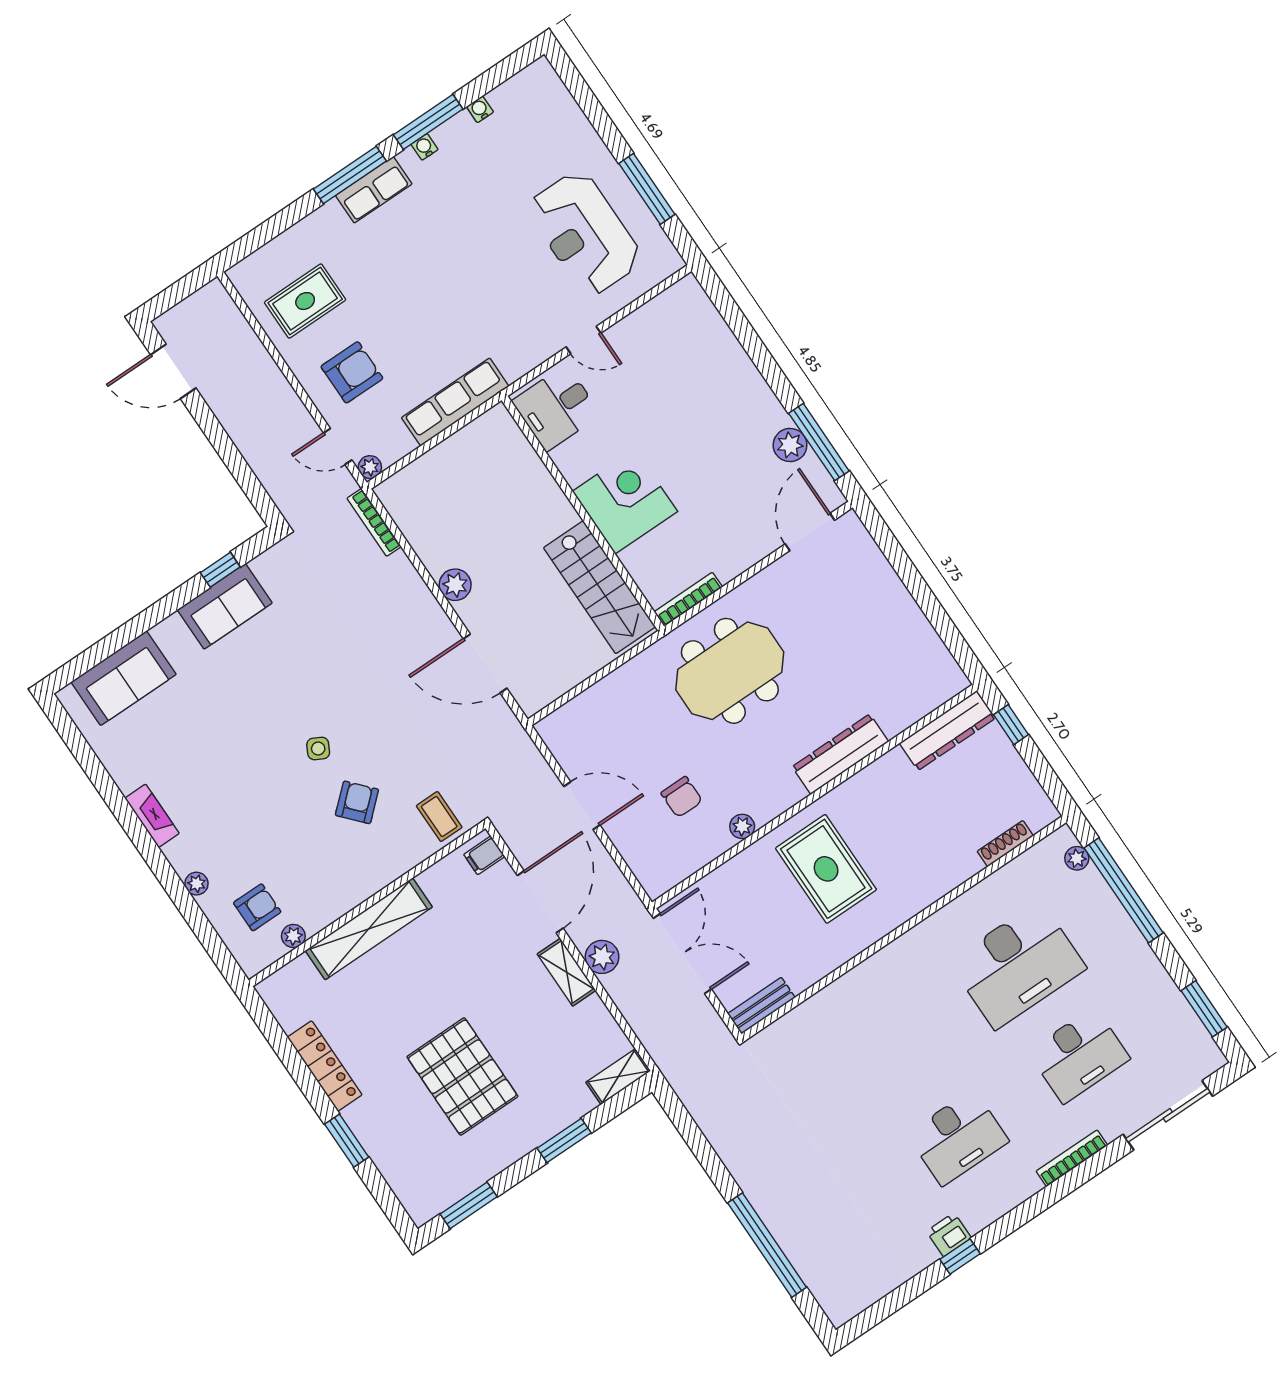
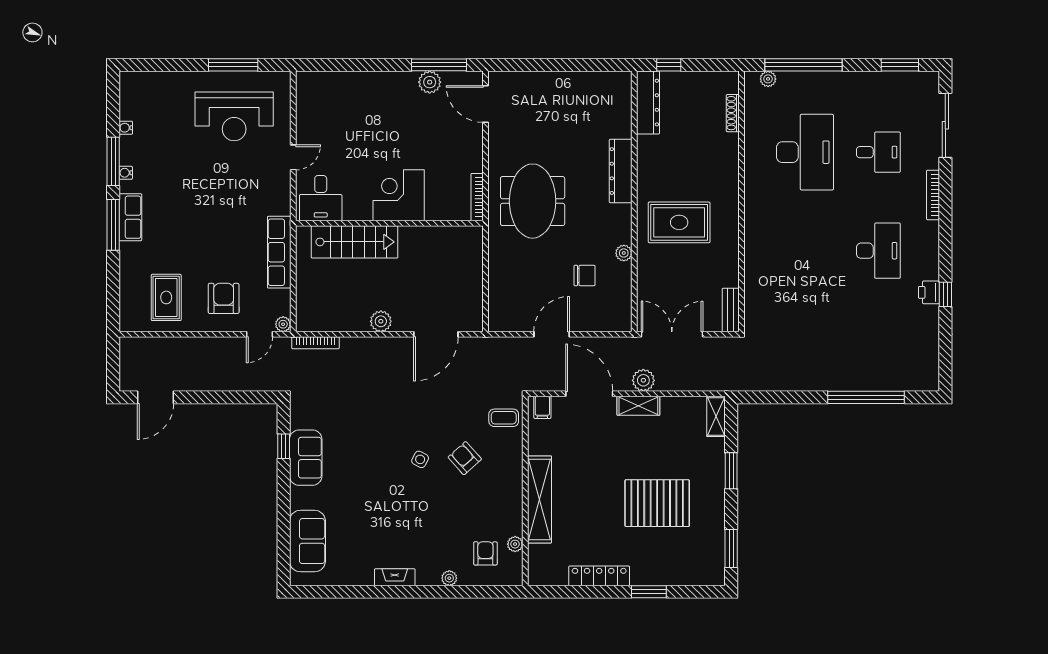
stairs: (599, 587) -> (355, 242), moved
desk: (1079, 1055) -> (878, 152), width x0.73

